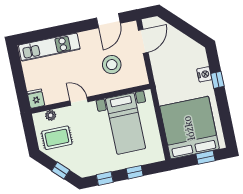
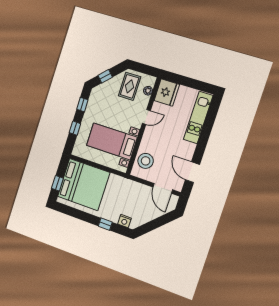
stool: (112, 65) -> (146, 161), moved
nightstand: (204, 74) -> (125, 221), moved
fridge: (36, 99) -> (167, 93), width x1.88, depth x1.34

